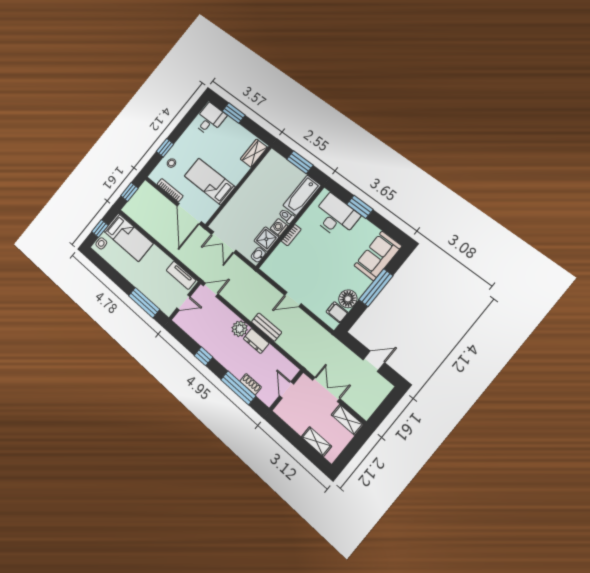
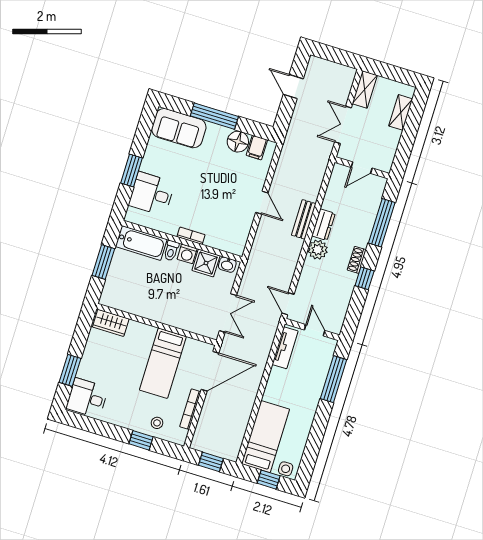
desk: (335, 216) -> (152, 194), width x0.73
shoe rack: (251, 384) -> (357, 260), moved

